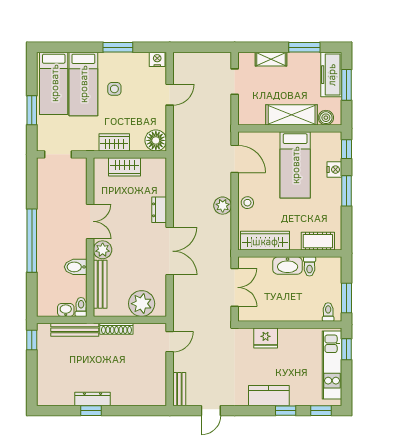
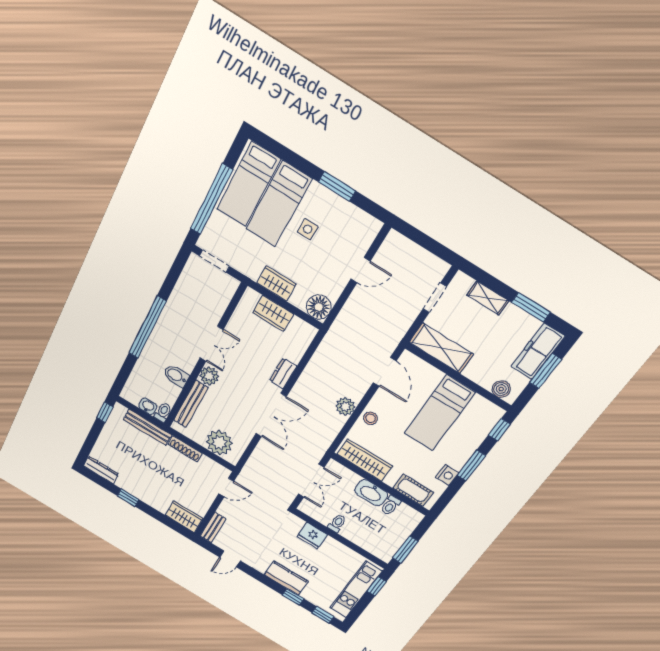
nightstand: (157, 59) -> (370, 225), removed
window: (32, 110) -> (211, 199), width x2.11
shelving: (292, 115) -> (441, 348), moved
nightstand: (334, 170) -> (447, 475), moved
toilet: (328, 312) -> (337, 523), moved
wardrobe: (149, 396) -> (184, 517), added
dresser: (92, 399) -> (101, 470), moved

